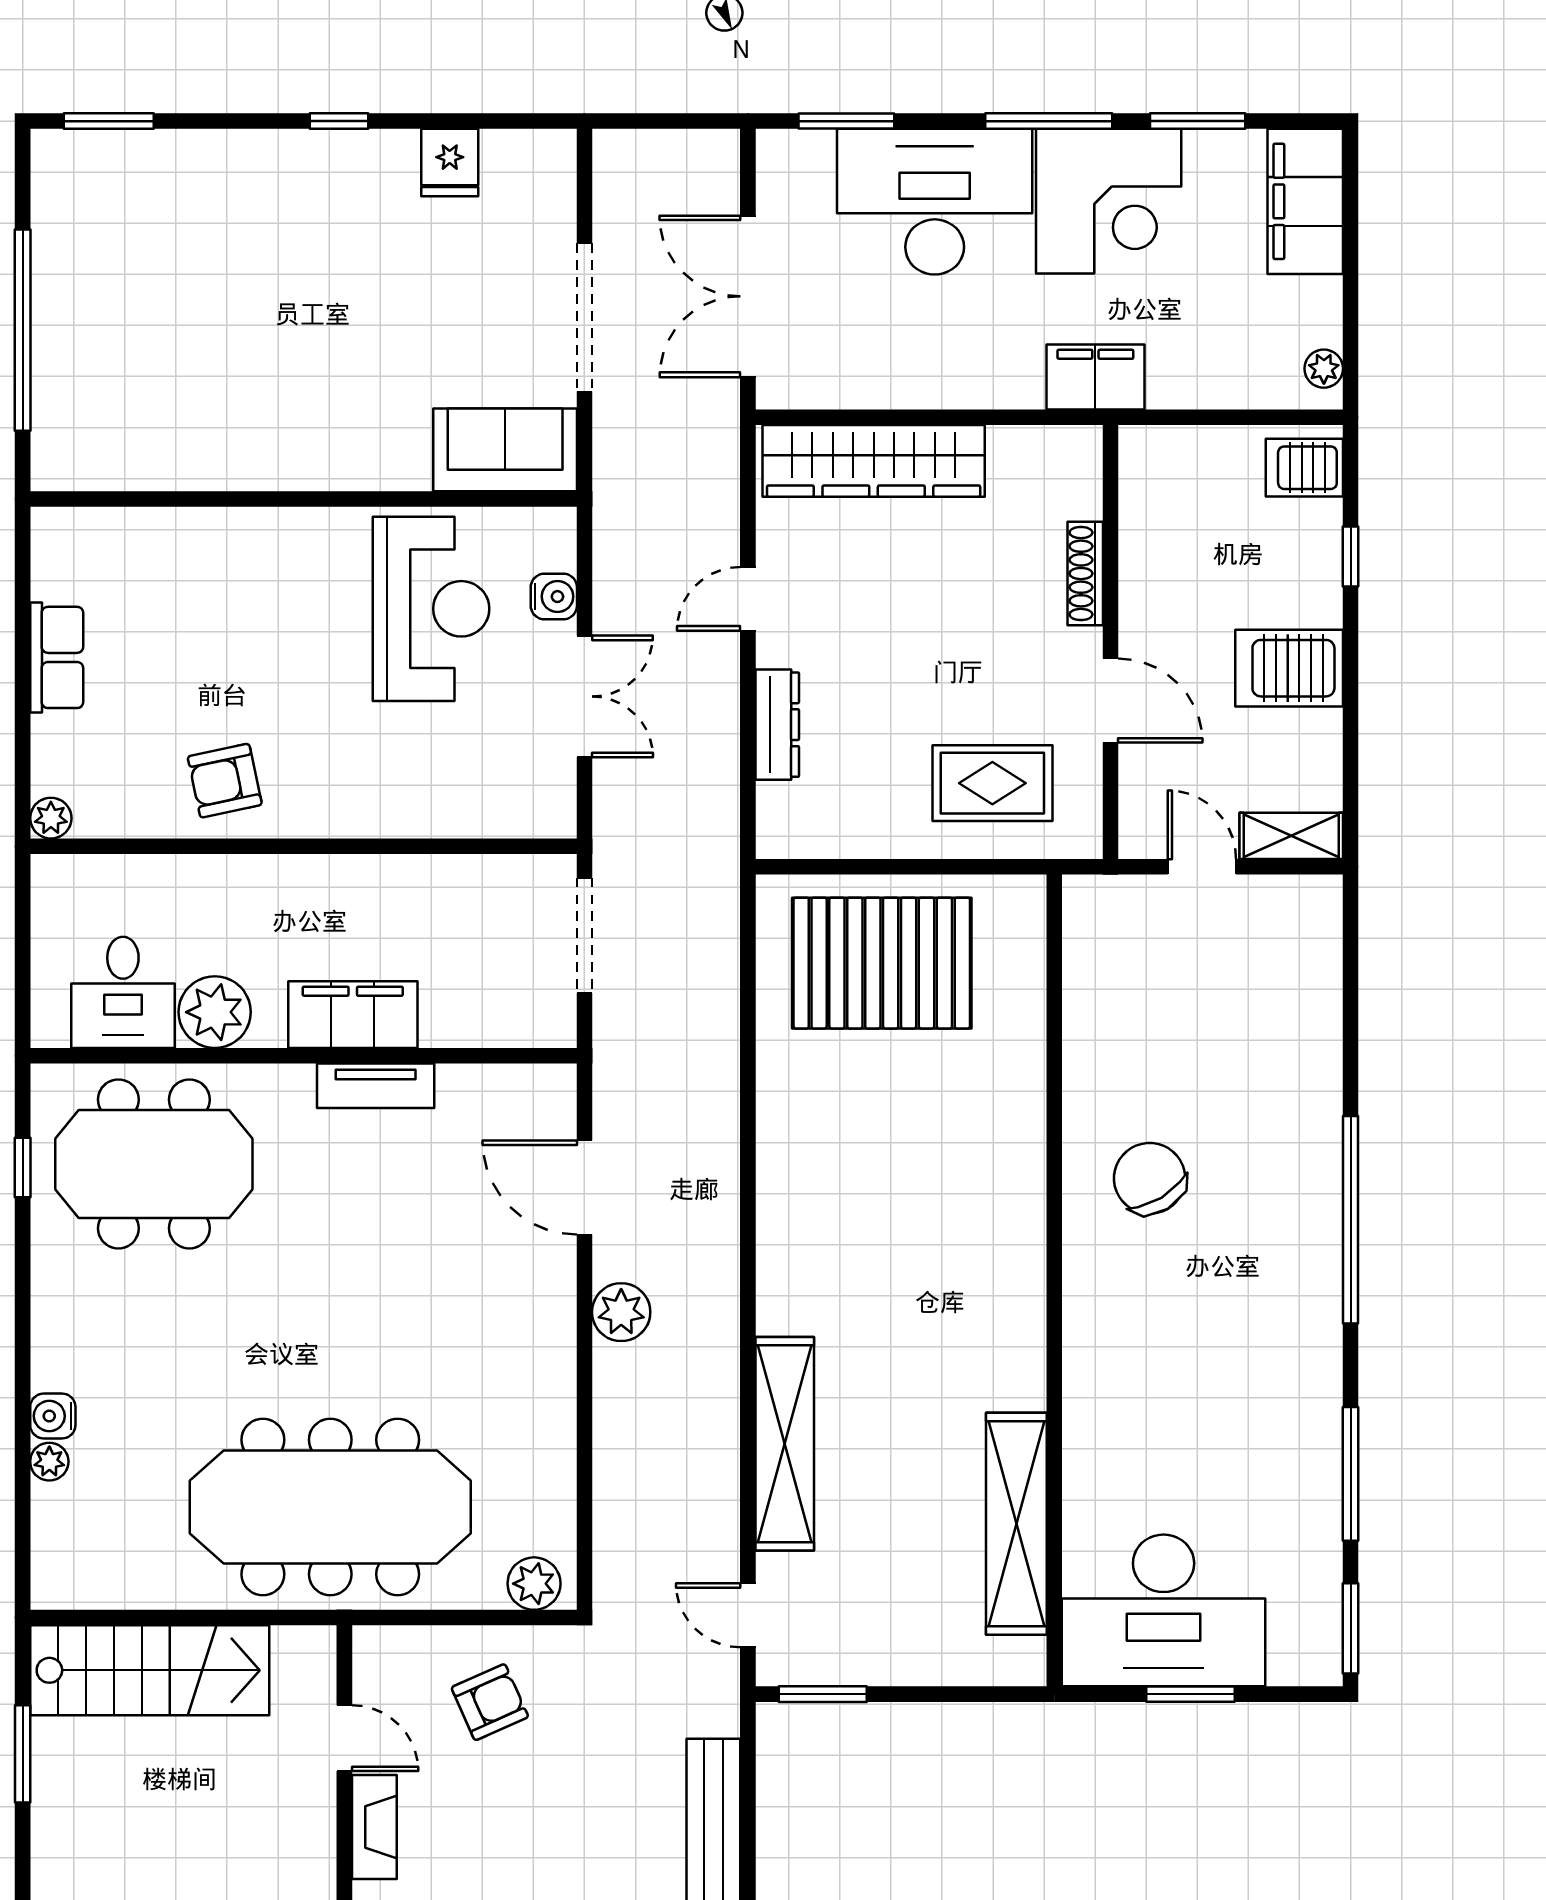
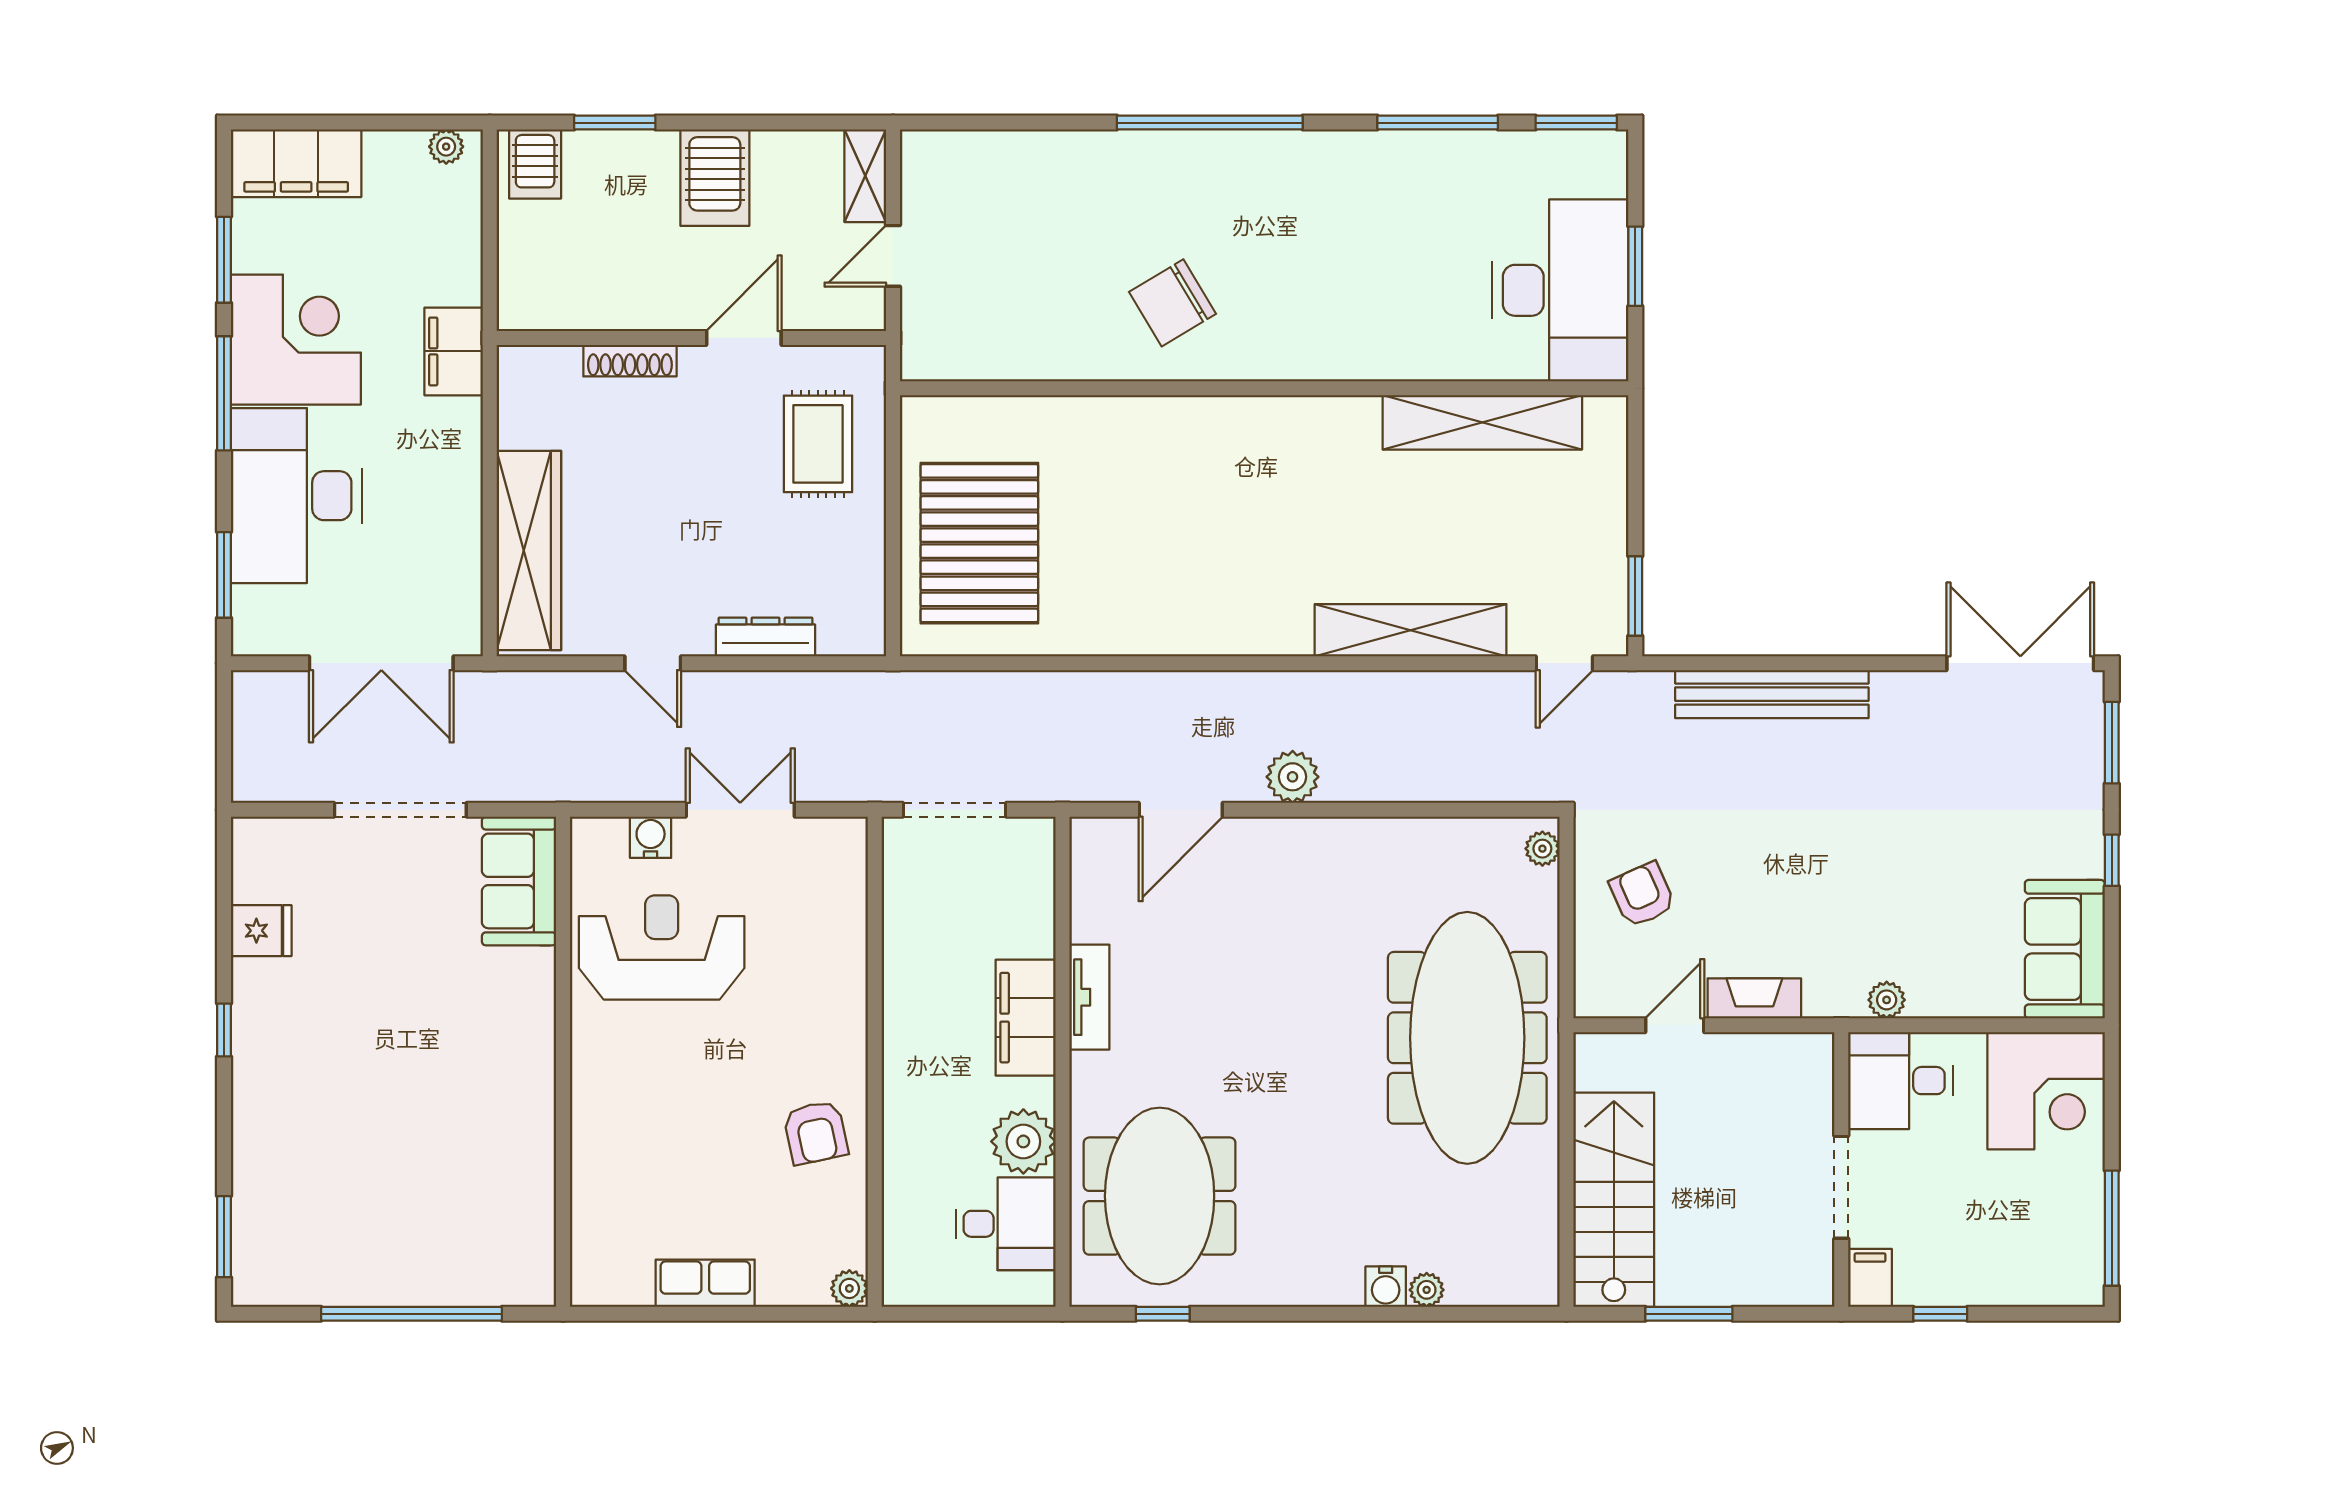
window: (1351, 557) -> (615, 123), width x1.50
plant: (534, 1584) -> (1542, 849), width x0.73, depth x0.73

